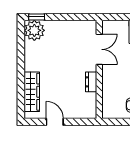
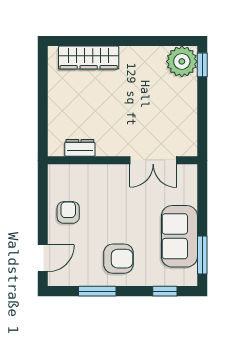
dresser: (91, 82) -> (80, 148), moved
door: (55, 122) -> (43, 93), removed

